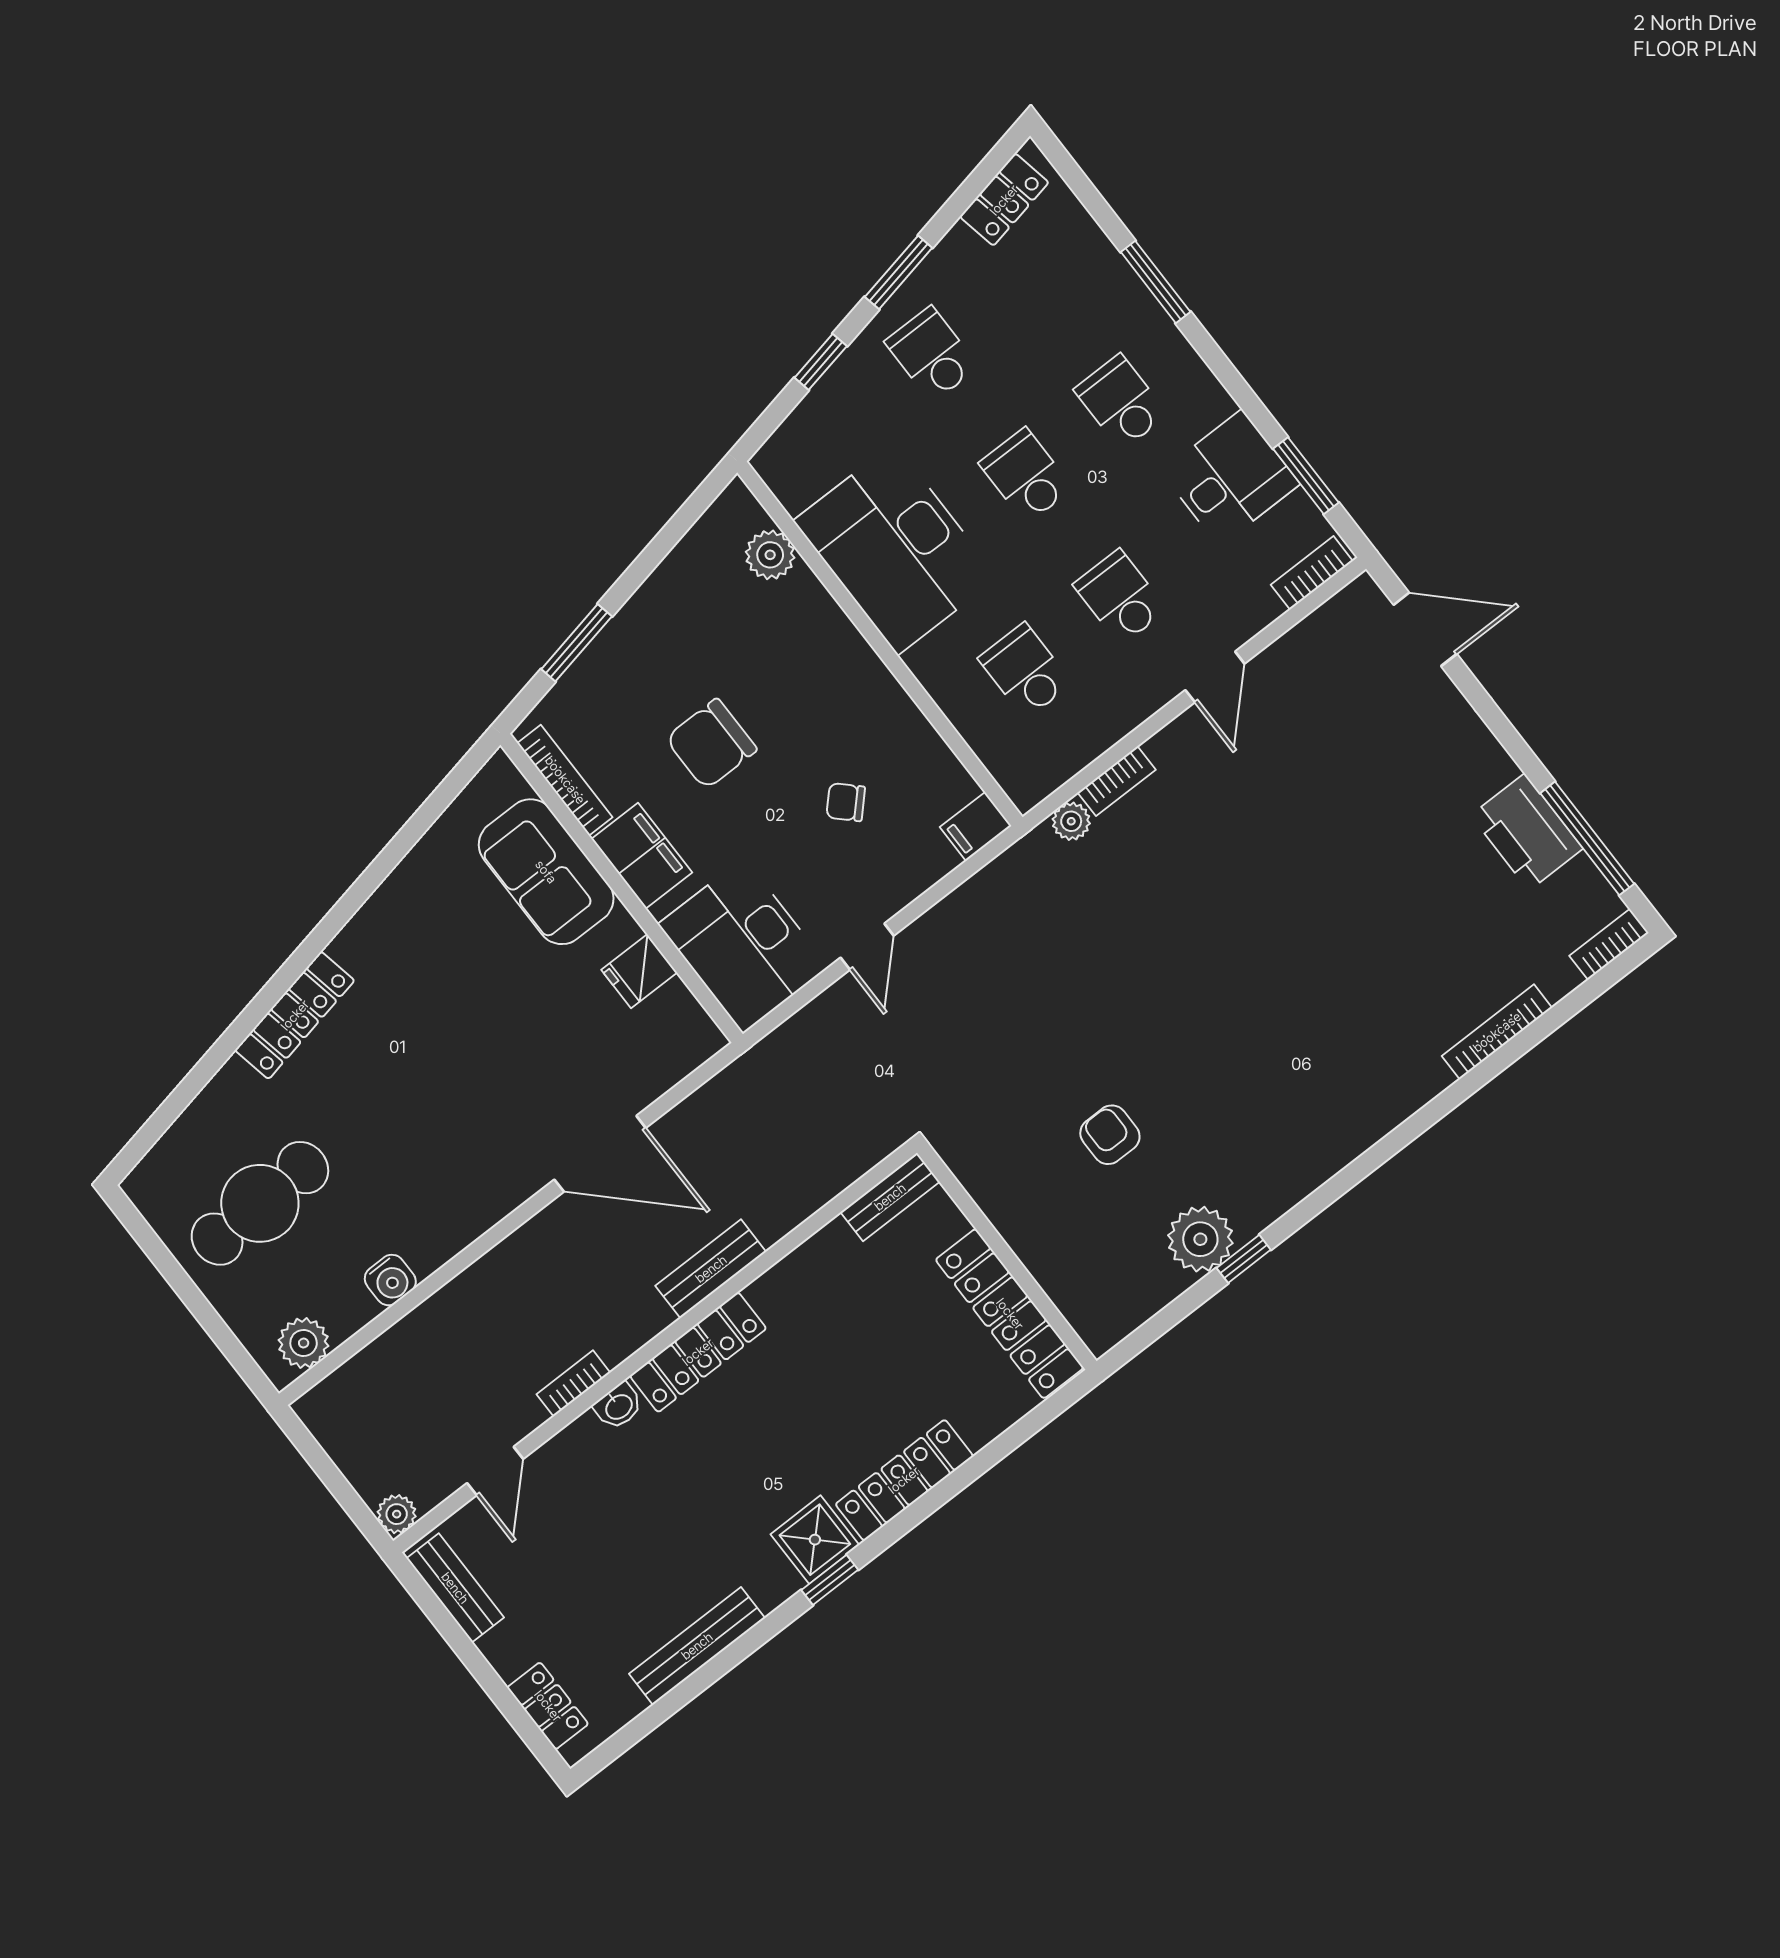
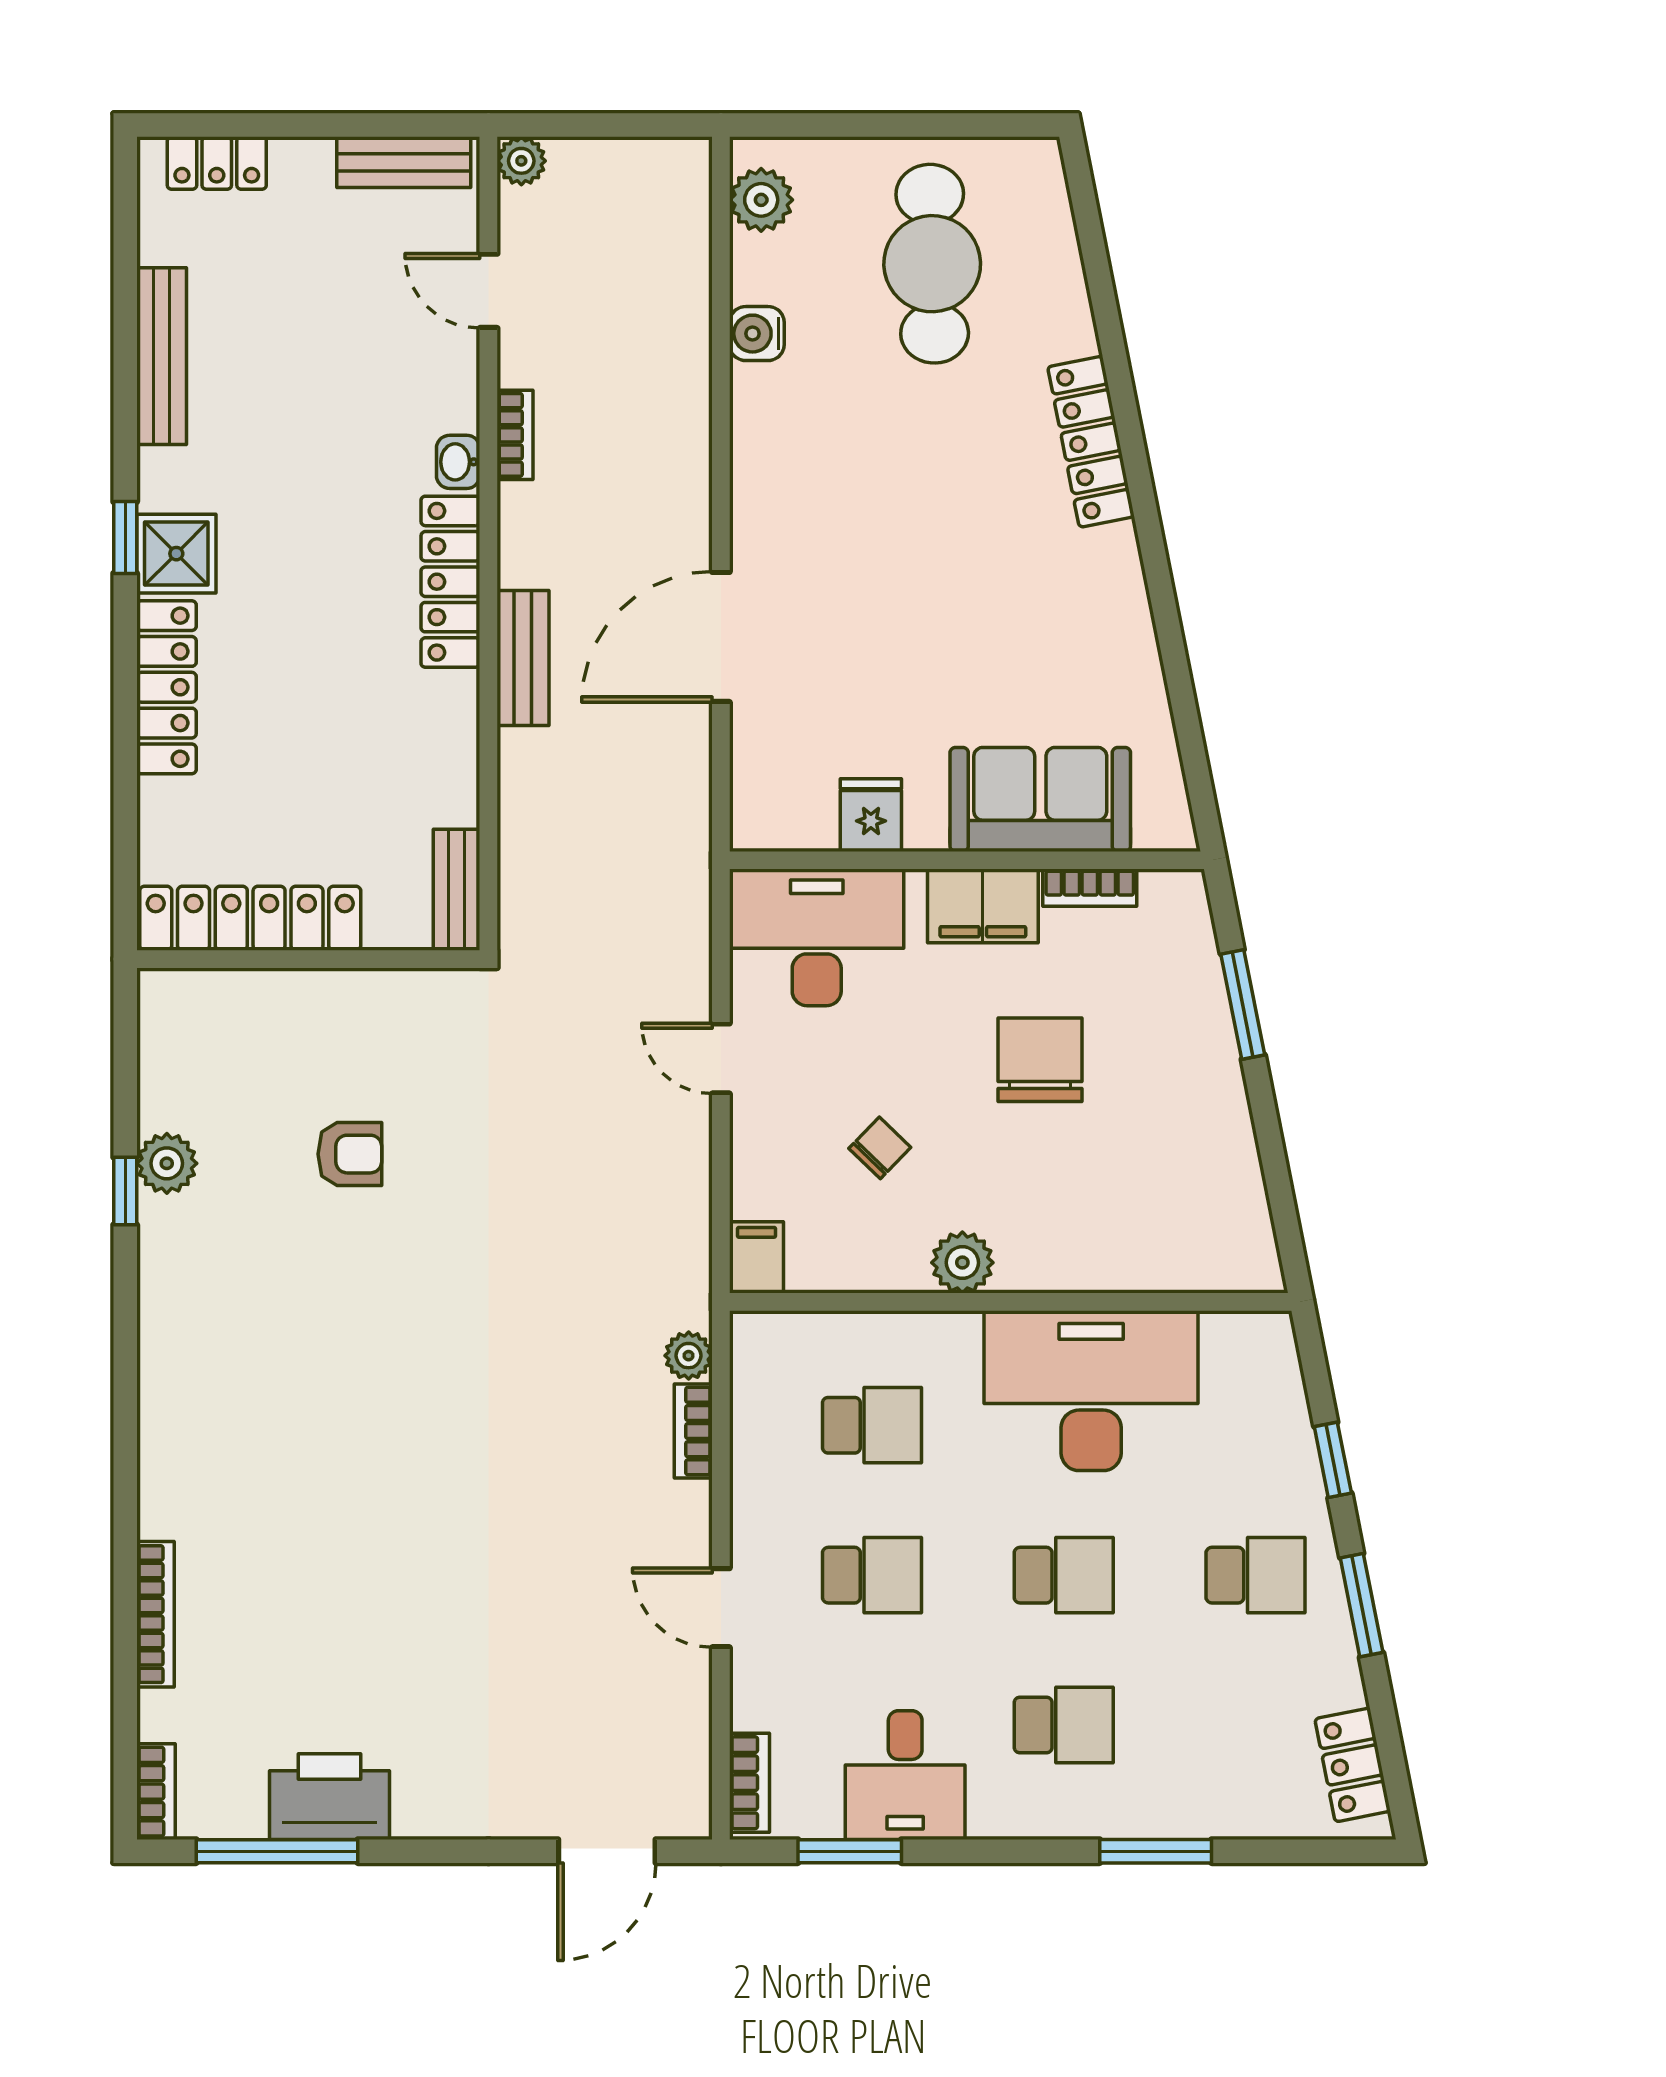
plant: (770, 555) -> (962, 1263), moved
bookcase: (565, 780) -> (1090, 888), width x0.64
plant: (1200, 1239) -> (167, 1163), width x0.73, depth x0.73

